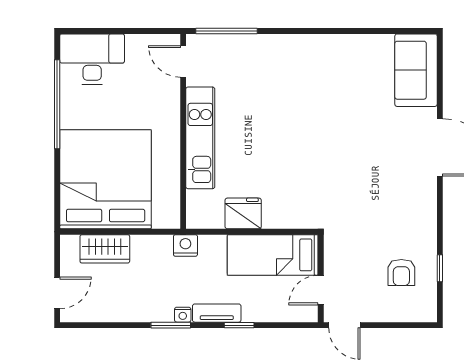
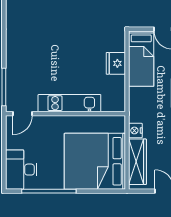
fridge: (243, 213) -> (116, 63), moved
nightstand: (185, 245) -> (135, 130), moved
wardrobe: (105, 249) -> (138, 162), width x1.50

